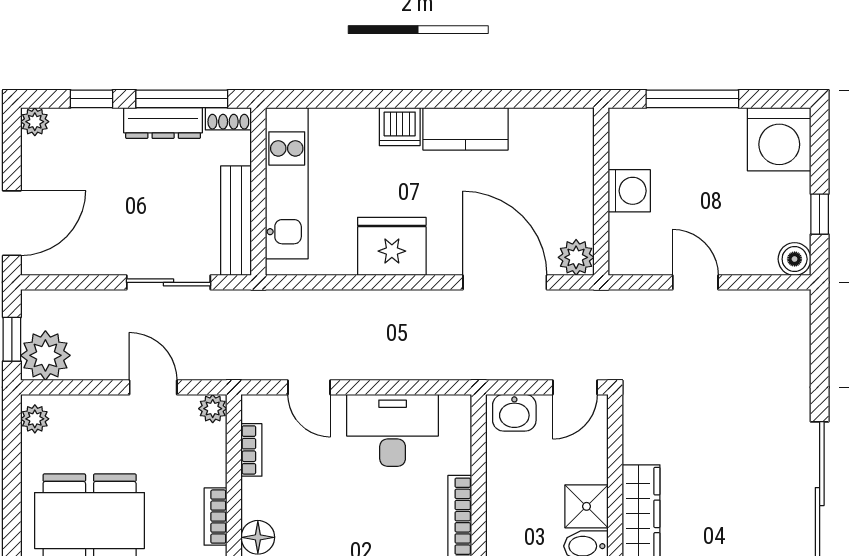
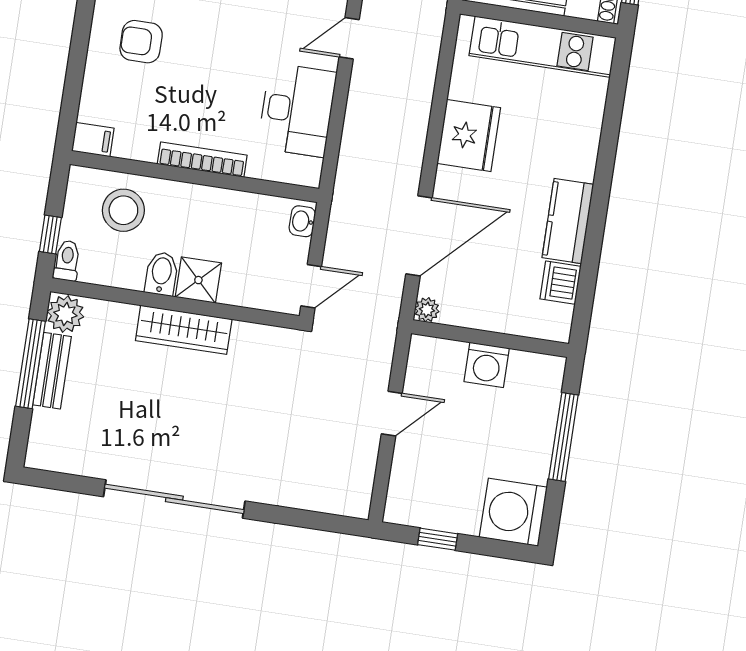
dishwasher: (400, 127) -> (561, 283), moved
plant: (576, 257) -> (427, 310), width x0.73, depth x0.73
boiler: (795, 259) -> (399, 509), removed
door: (575, 387) -> (311, 286), swing flipped
washbasin: (514, 413) -> (302, 221), width x0.72, depth x0.69

